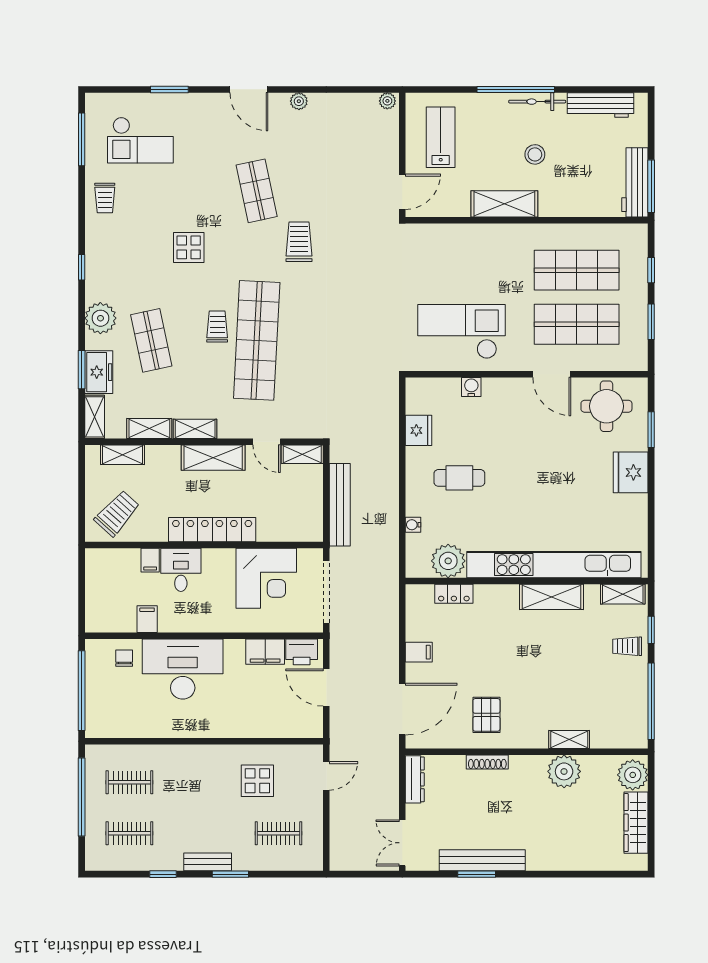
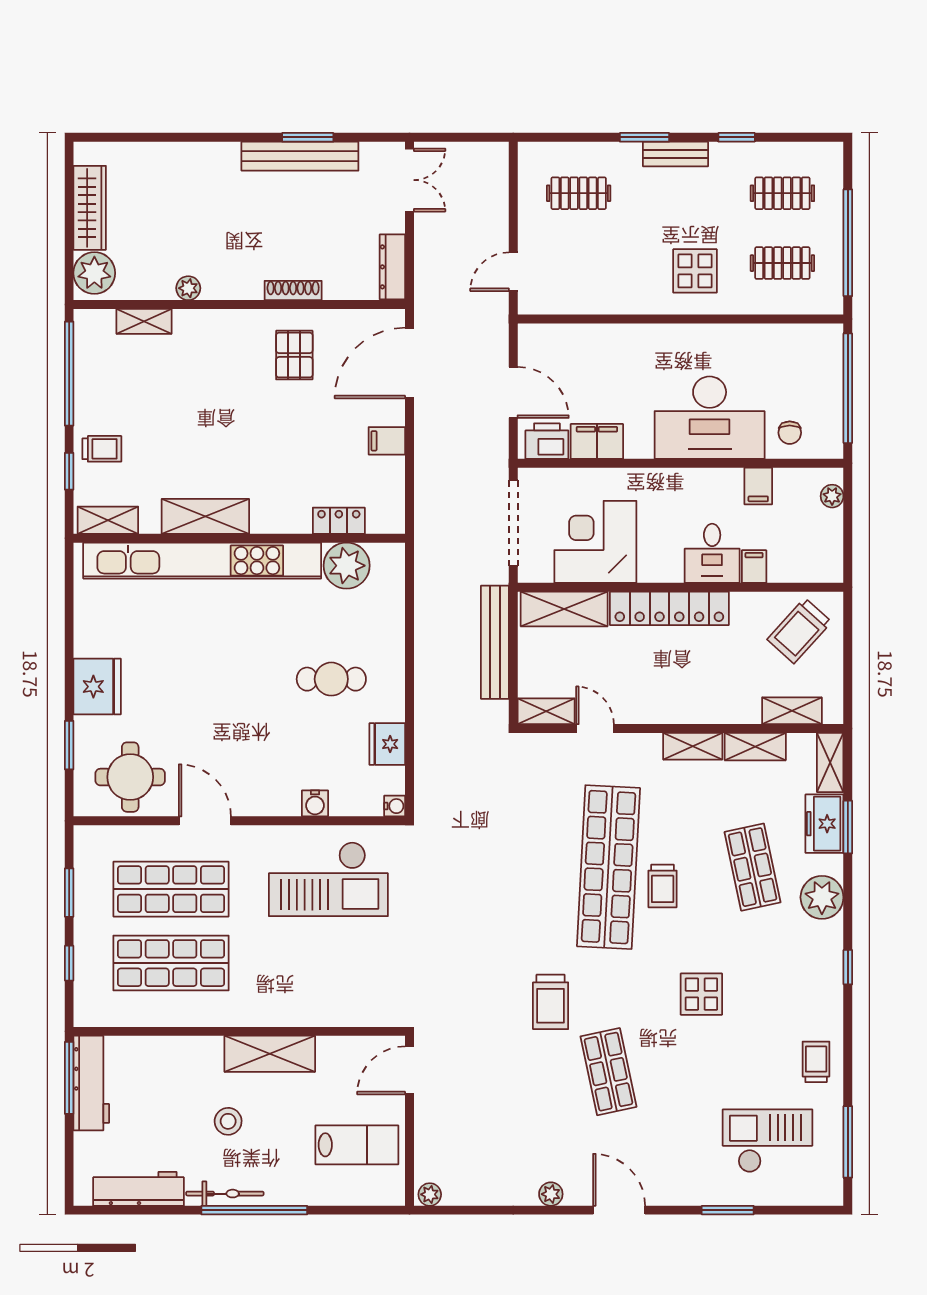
lab bench: (441, 137) -> (357, 1145), turned -90
shelving: (213, 458) -> (564, 609), moved
water cooler: (413, 525) -> (395, 806), moved
plant: (93, 612) -> (832, 496), added
shelving: (569, 740) -> (144, 321), moved
plant: (564, 771) -> (188, 288), width x0.53, depth x0.53
display table: (257, 781) -> (695, 271), moved

